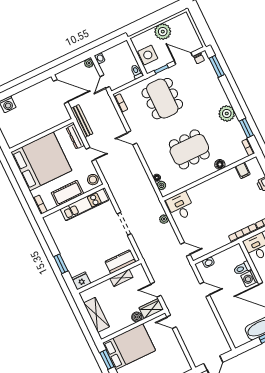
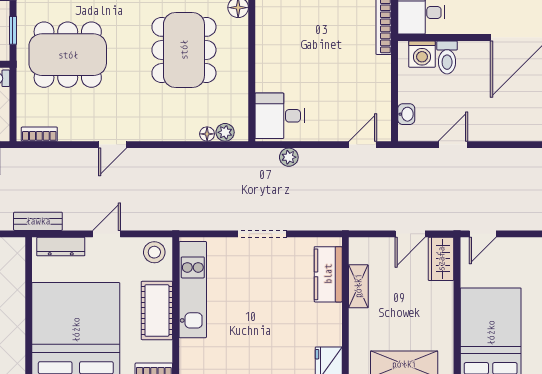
bench: (82, 121) -> (38, 221), width x0.73
washing machine: (249, 279) -> (422, 54), moved
boiler: (137, 317) -> (443, 293), removed

